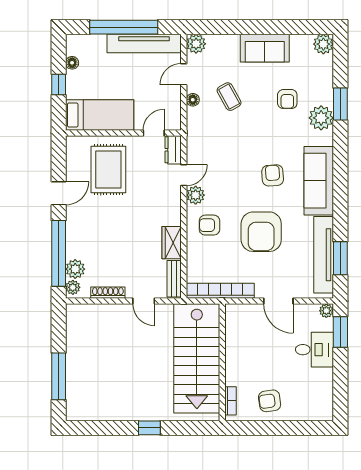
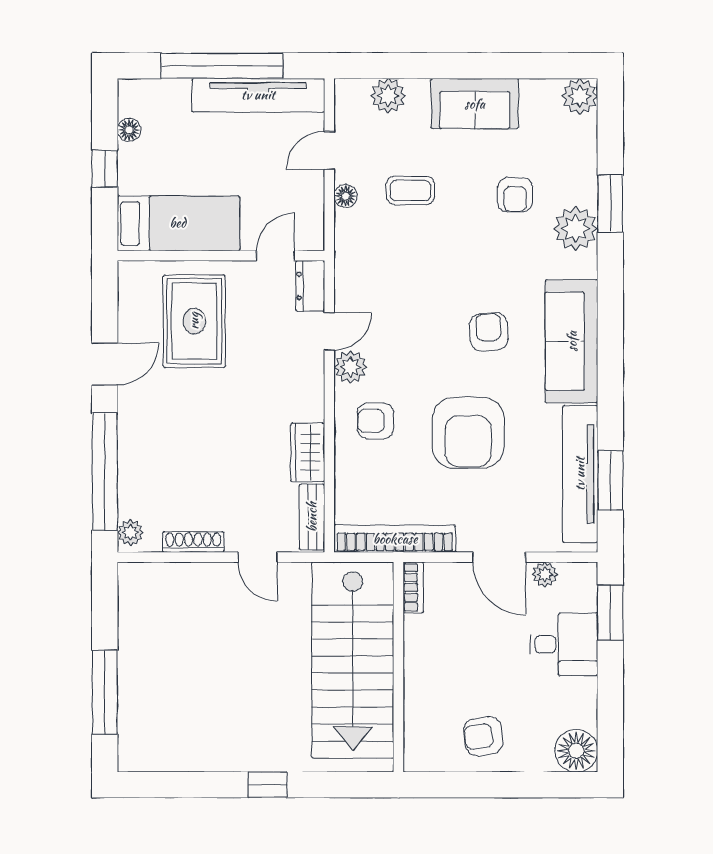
plant: (196, 44) -> (388, 96), moved
coffee table: (229, 97) -> (411, 190), turned -61
plant: (75, 269) -> (135, 500), removed
plant: (326, 311) -> (545, 574), moved
bookcase: (231, 401) -> (413, 587), moved
floor lamp: (321, 409) -> (576, 751), added

